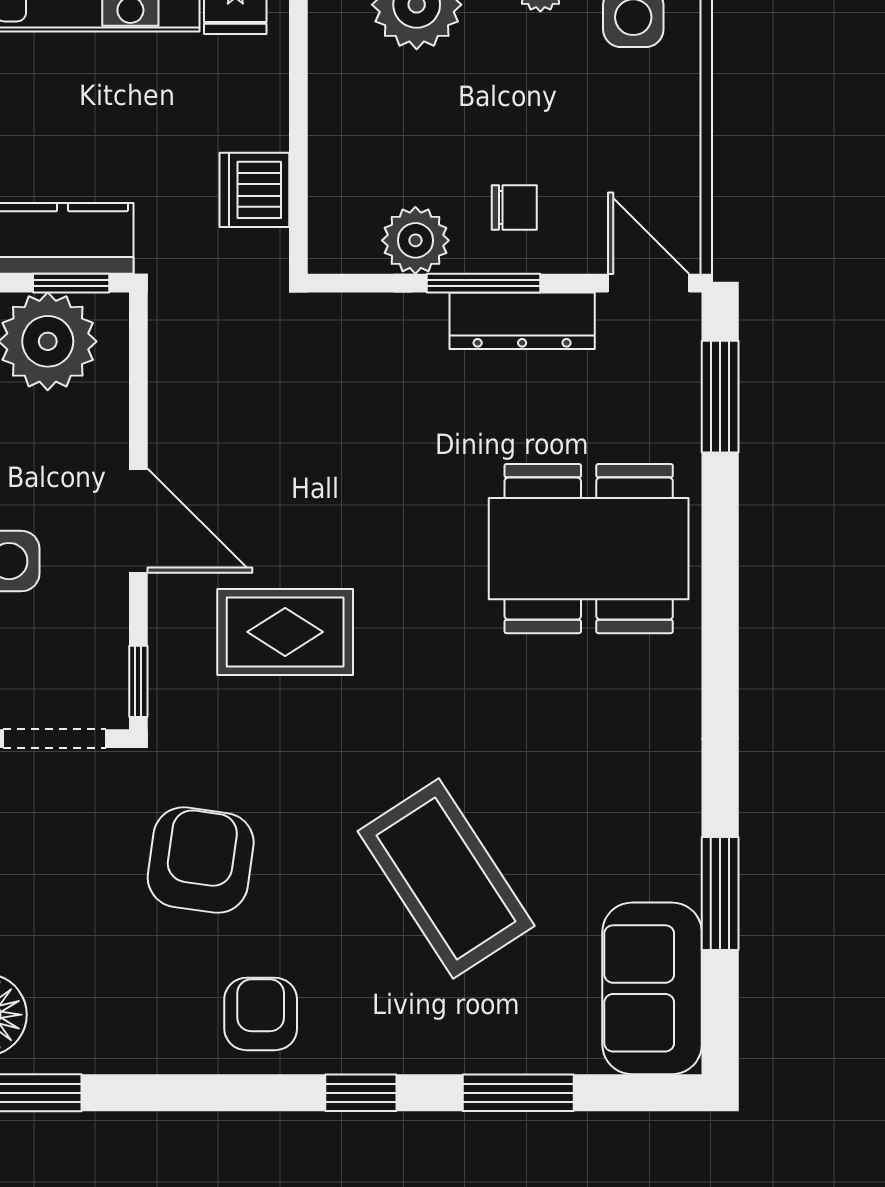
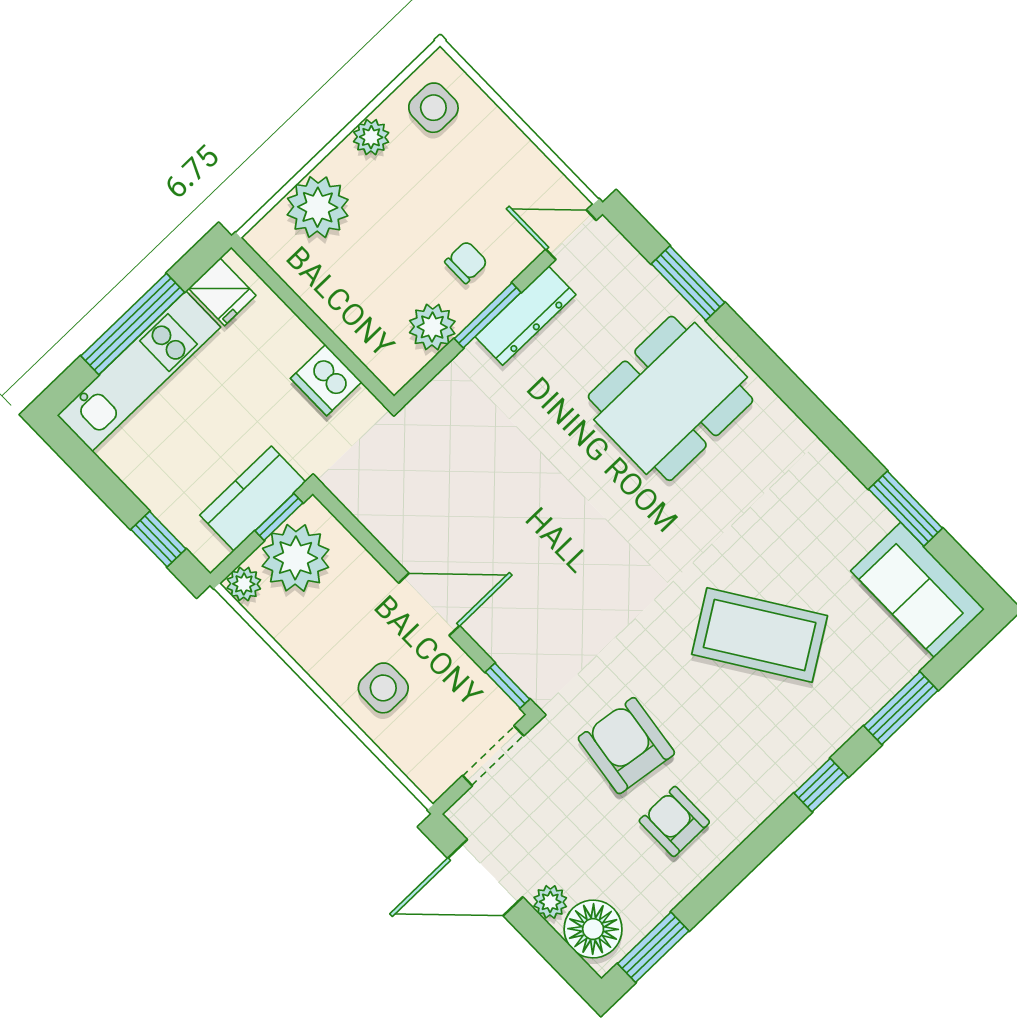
window: (720, 397) -> (688, 283), moved
rug: (285, 632) -> (558, 589), removed
armchair: (261, 1014) -> (674, 821), moved

